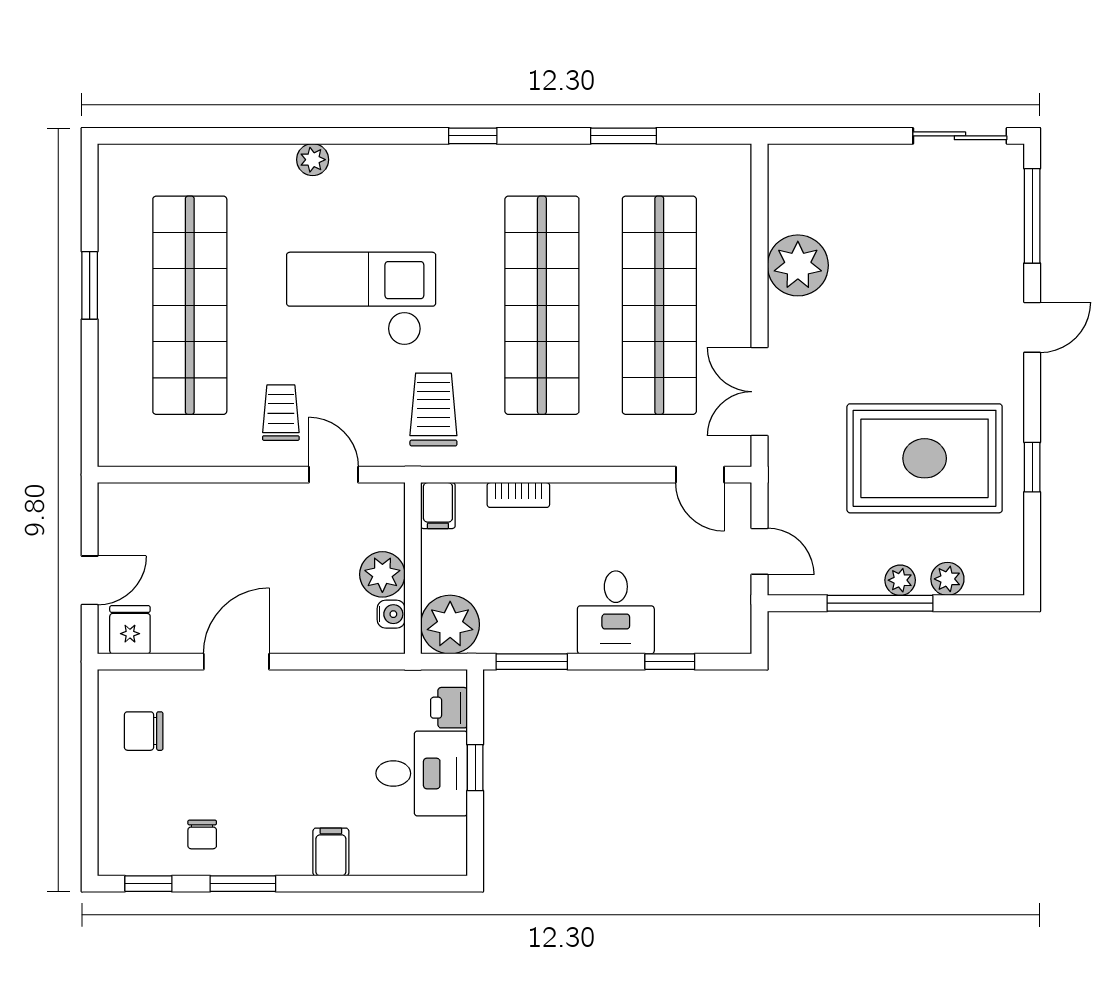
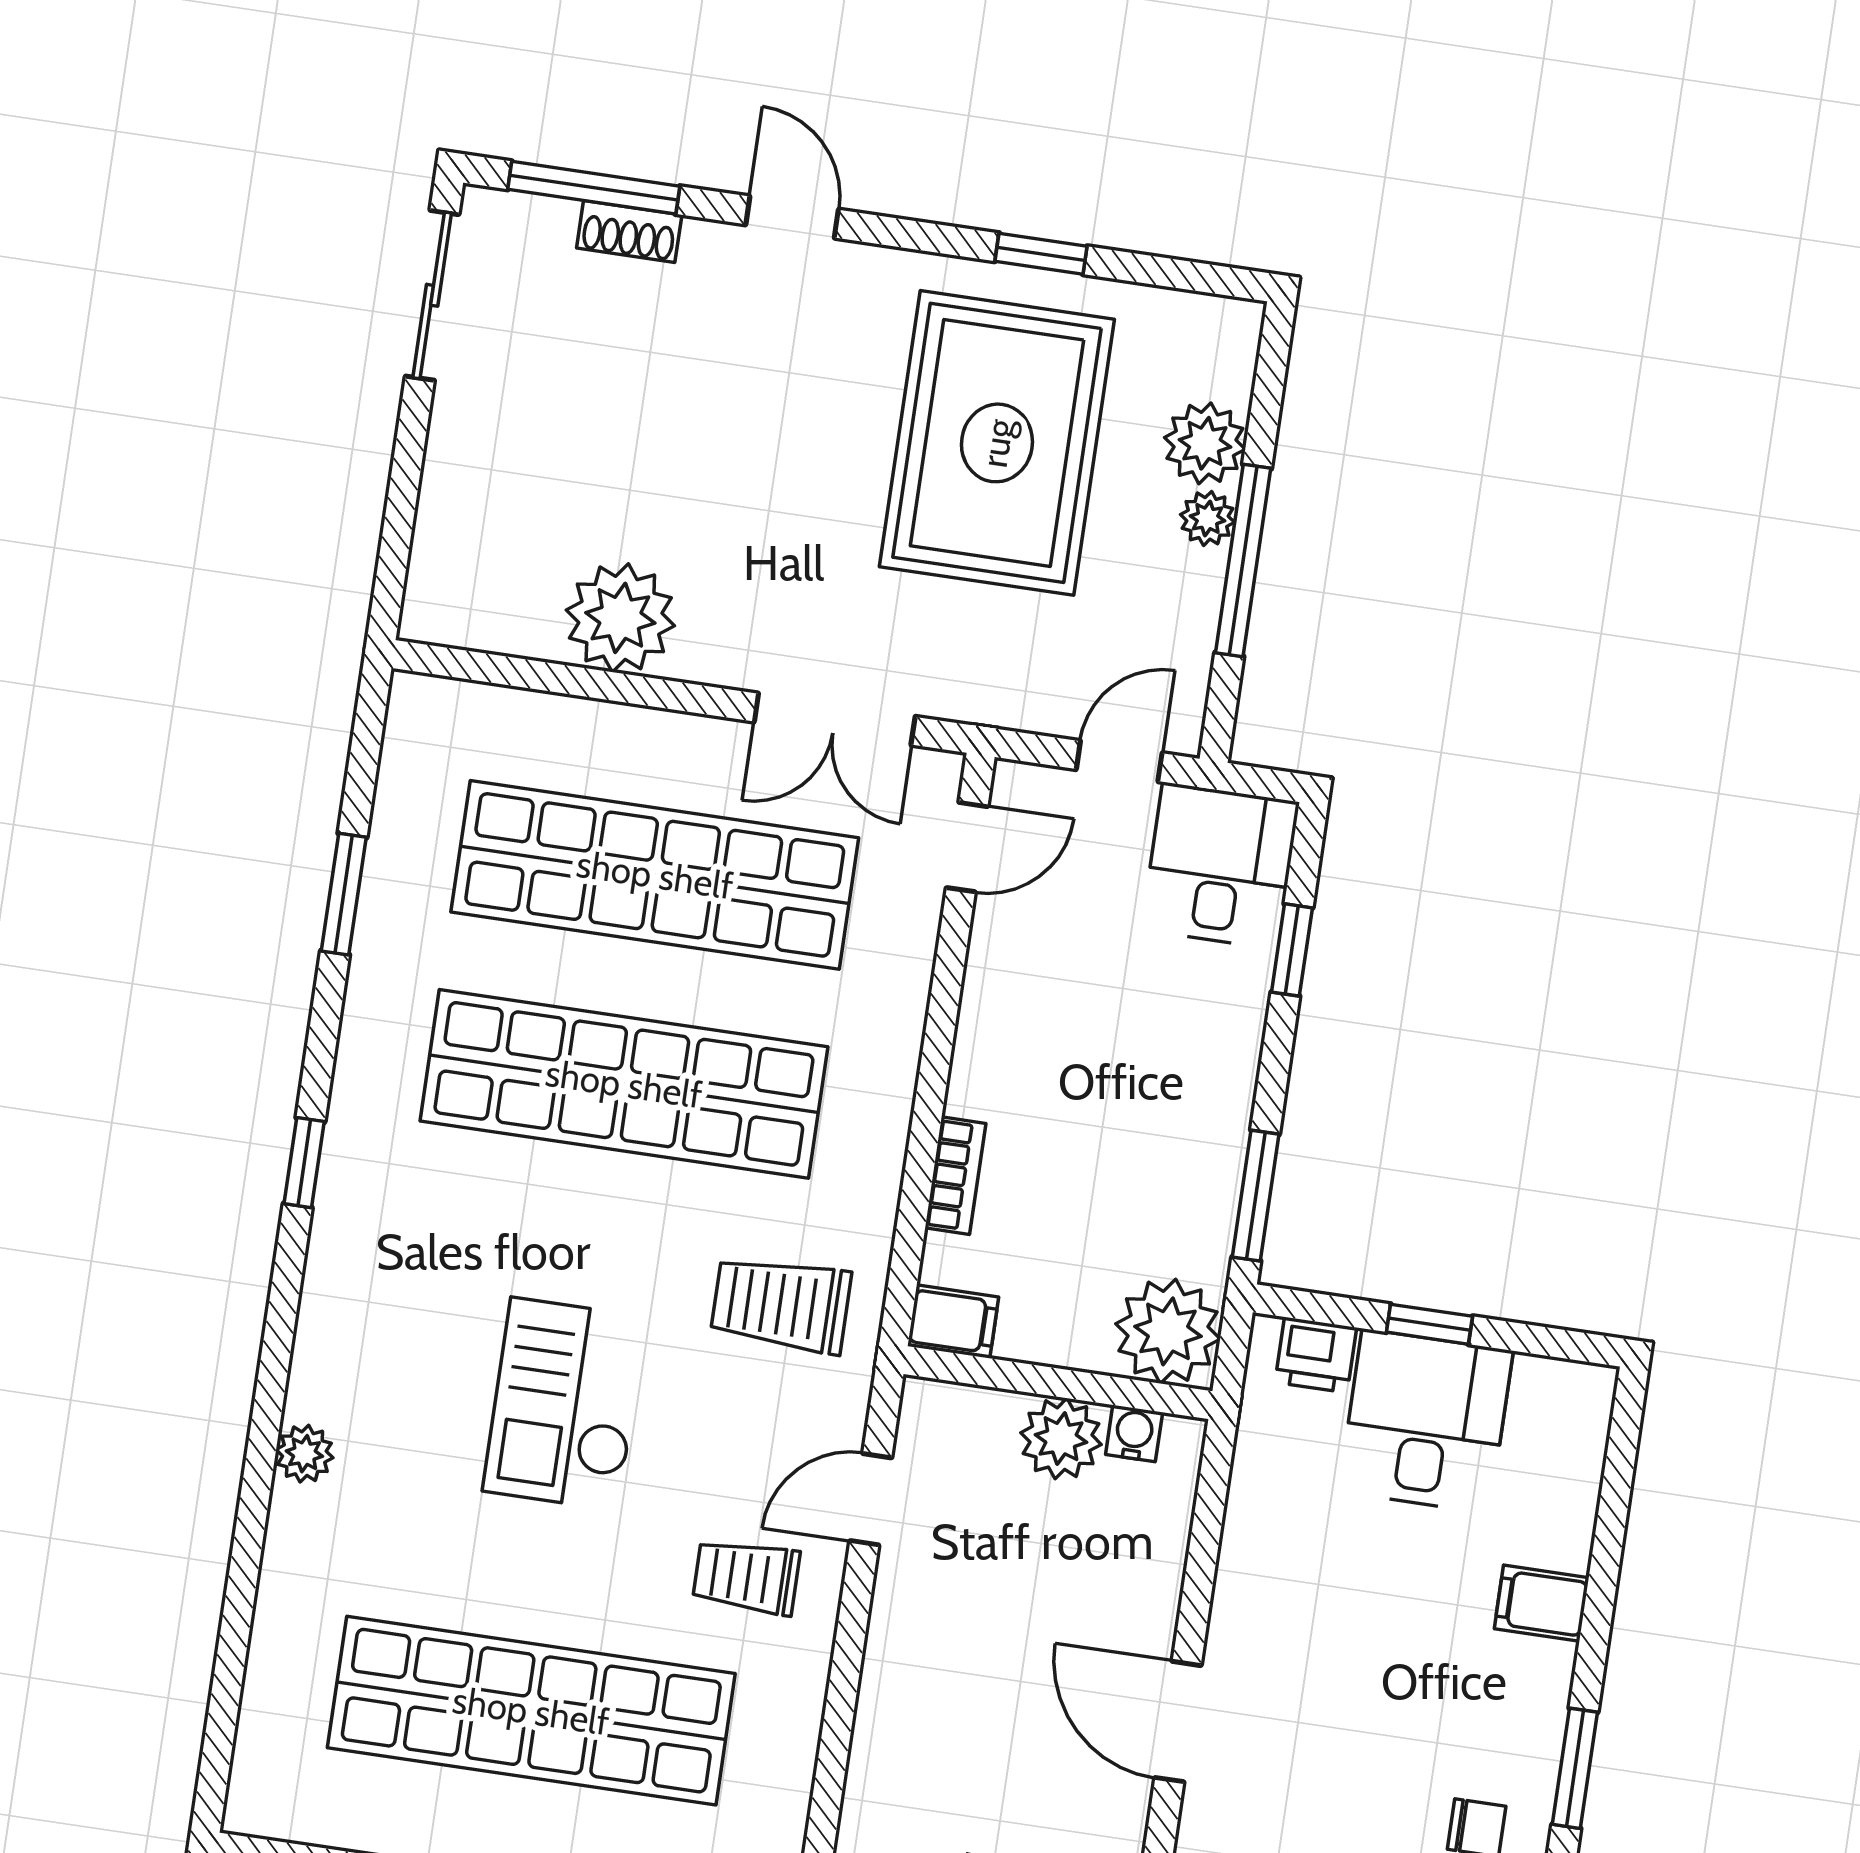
shoe rack: (1011, 239) -> (629, 231), added
checkout: (361, 299) -> (565, 1404), width x0.73, depth x0.83
plant: (947, 579) -> (1205, 443), width x1.38, depth x1.38
desk: (616, 612) -> (1220, 866), moved, turned -90

